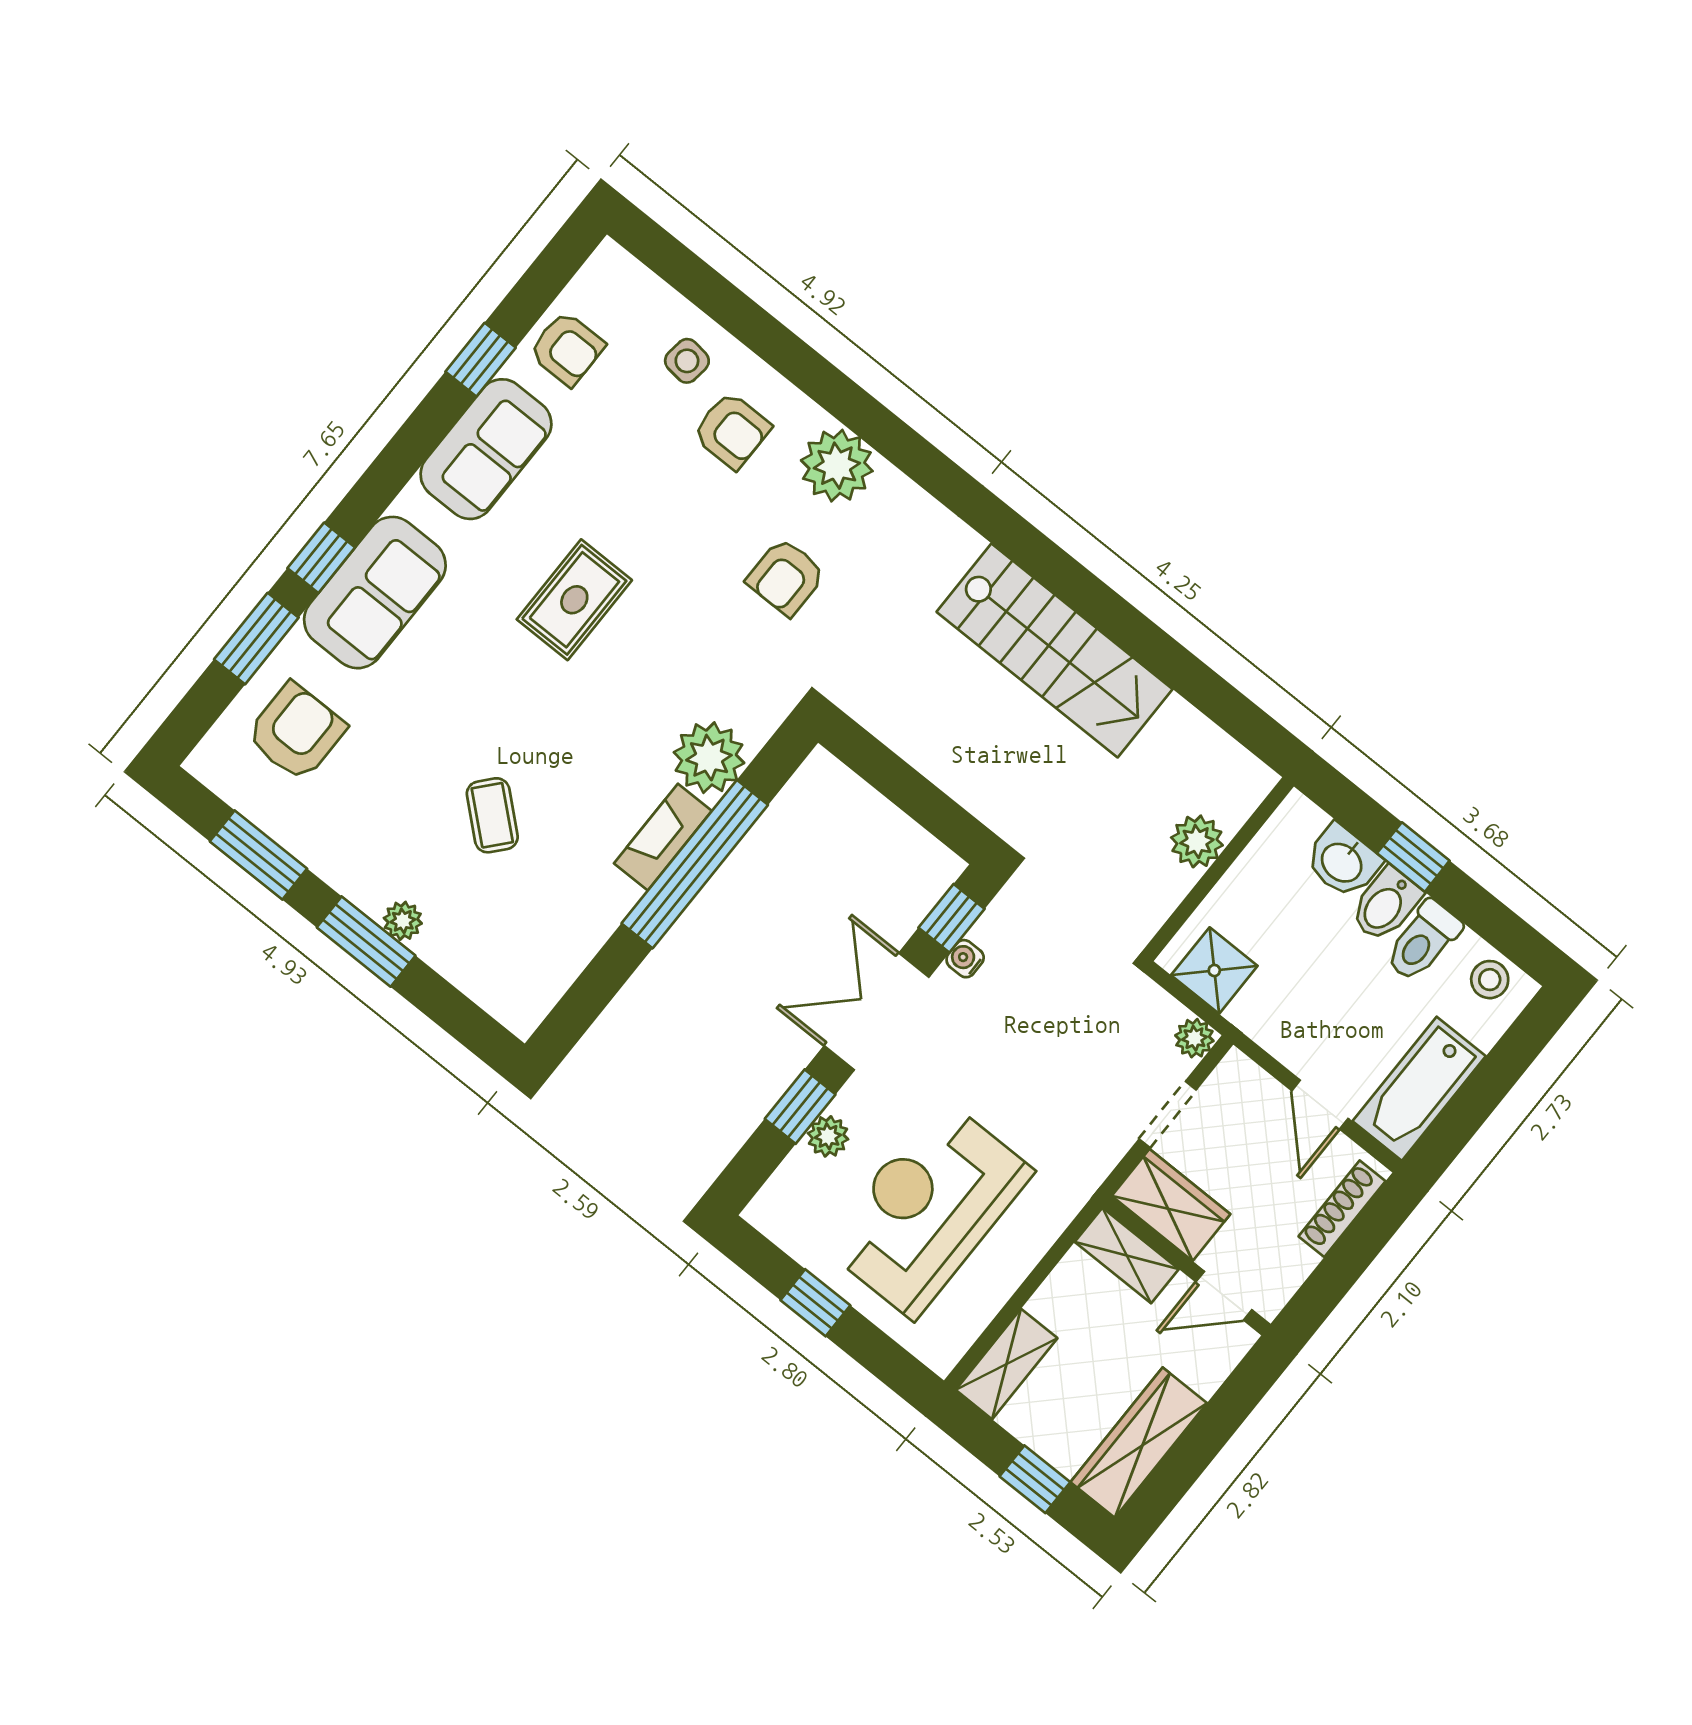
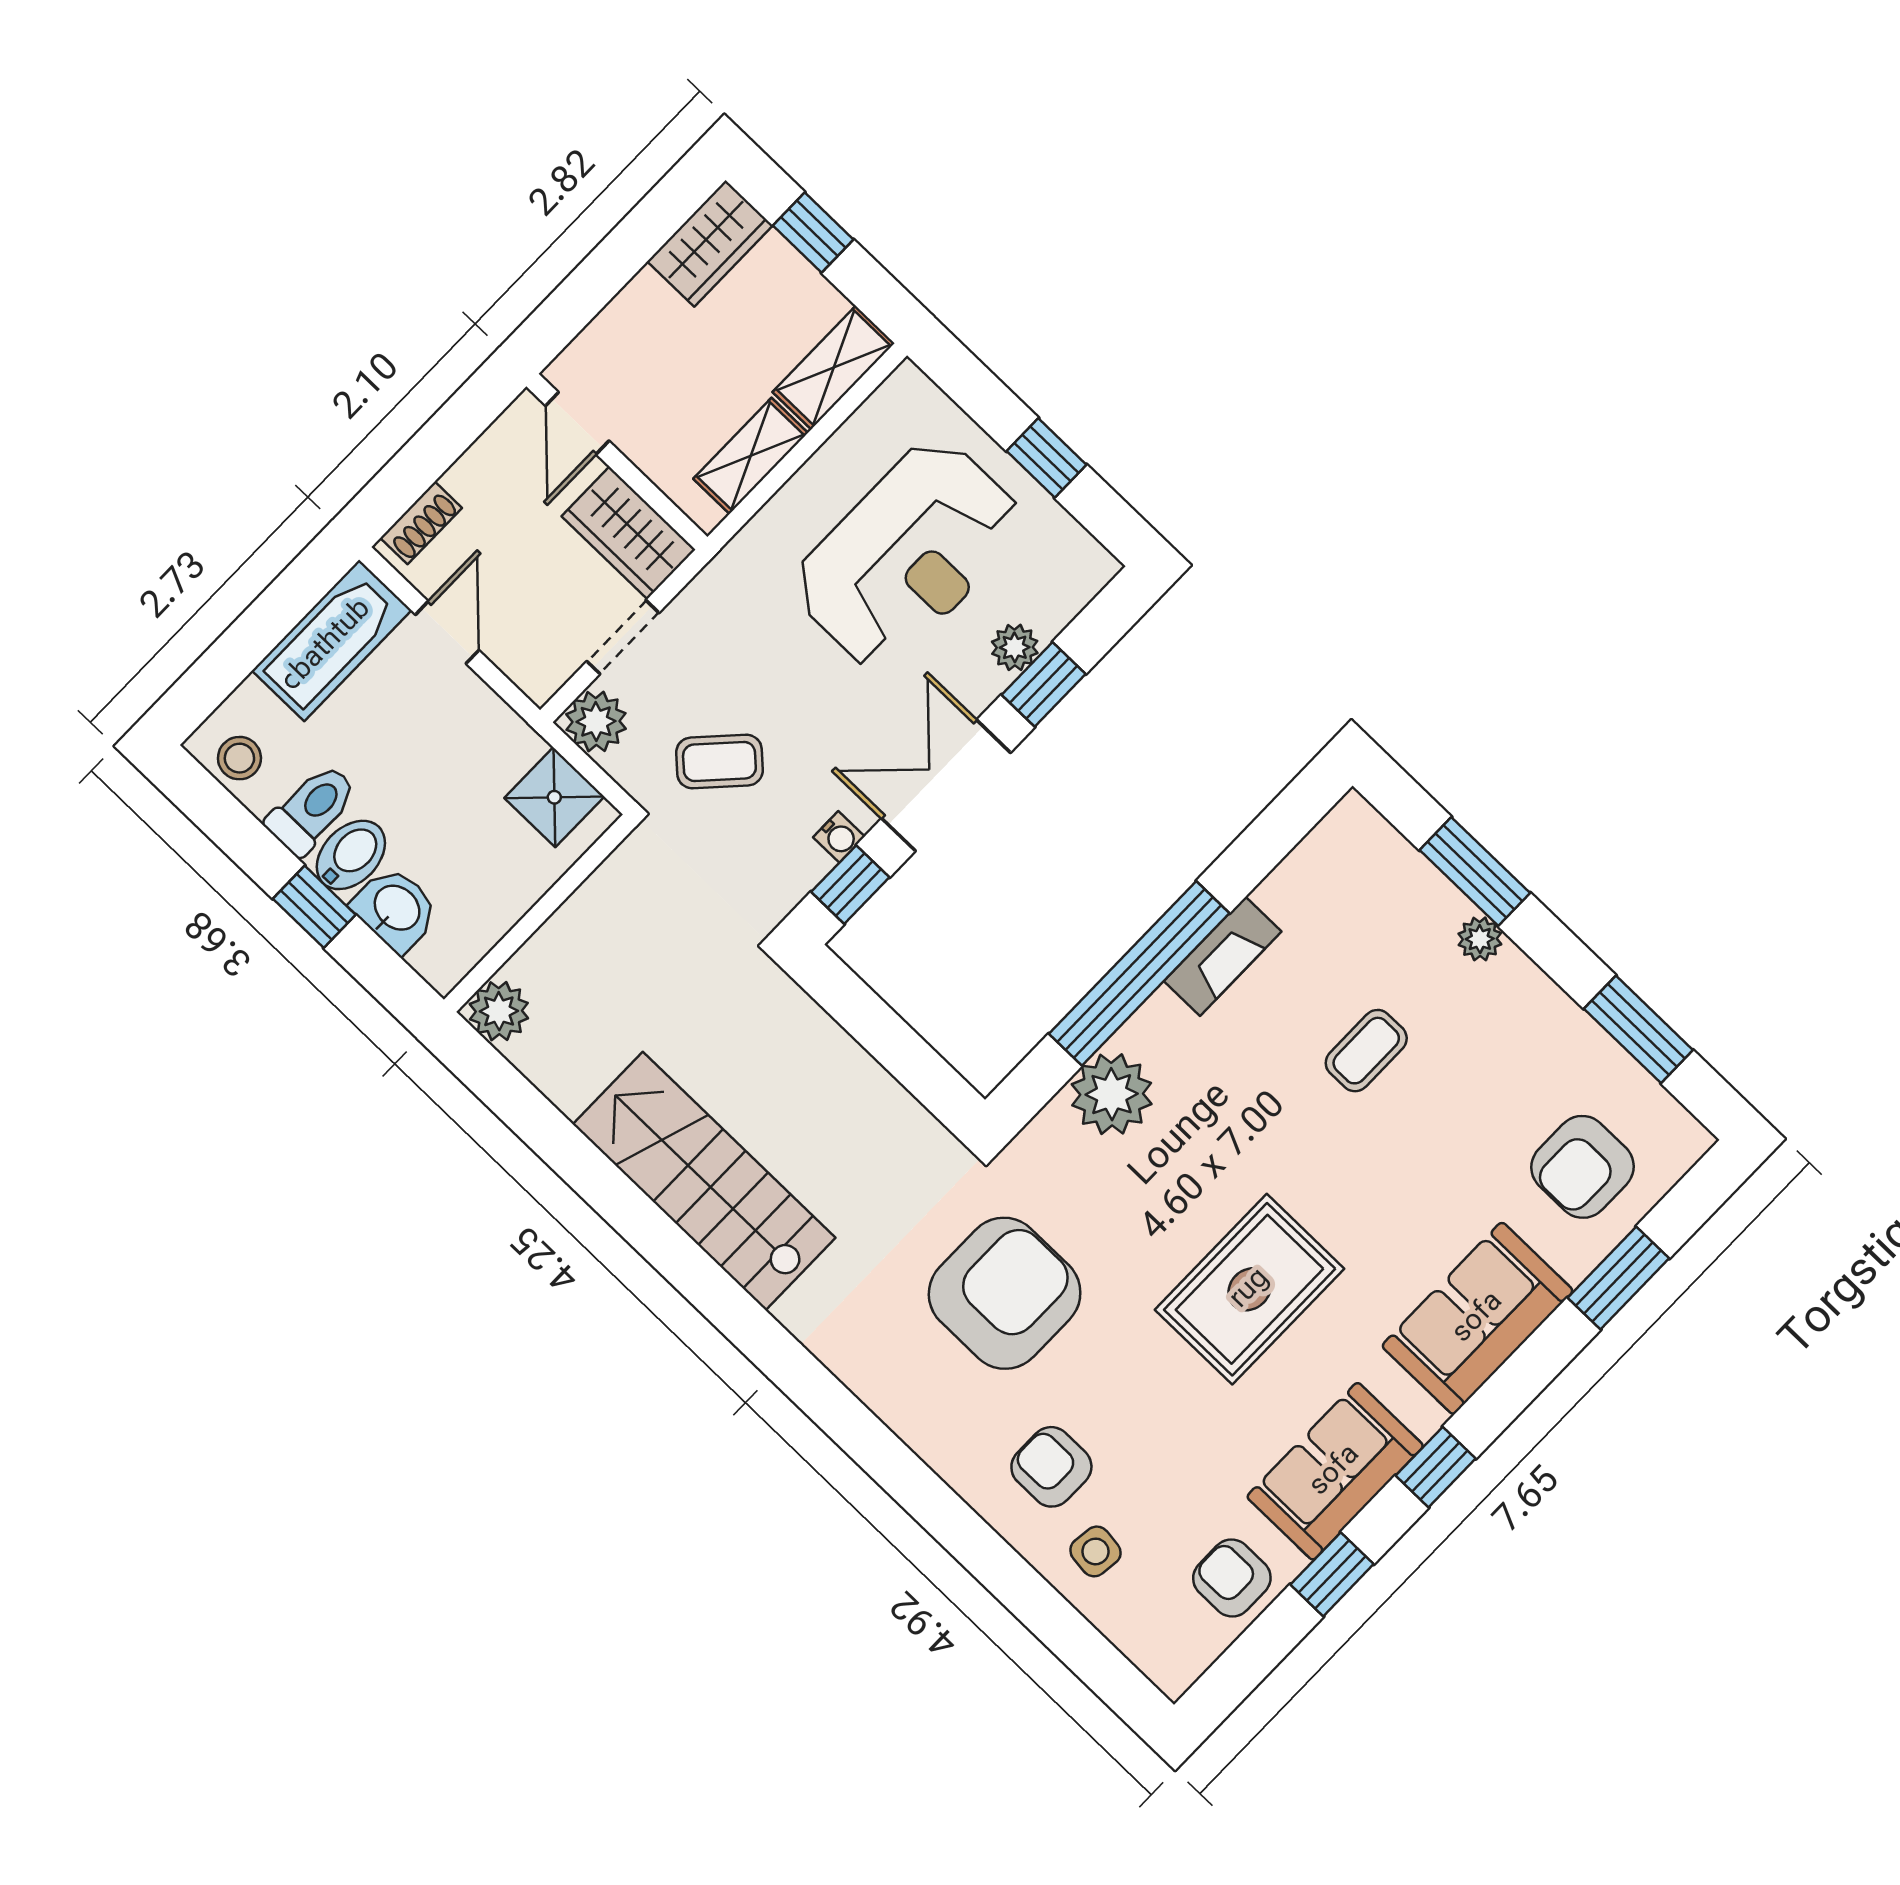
plant: (837, 466) -> (935, 1416), removed
window: (321, 558) -> (1436, 1467), moved
armchair: (786, 577) -> (1005, 1293), width x1.88, depth x1.88
rug: (574, 600) -> (1250, 1289), width x1.36, depth x1.43
coffee table: (492, 815) -> (1366, 1051), turned 49
fireplace: (663, 837) -> (1223, 956), moved
plant: (1197, 841) -> (499, 1011), moved
window: (366, 942) -> (1475, 871), moved
double door: (877, 1012) -> (946, 785), swing flipped
coffee table: (1074, 1014) -> (719, 762), added
plant: (1194, 1038) -> (596, 722), width x1.38, depth x1.38
shoe rack: (1342, 1209) -> (421, 523), width x0.70
shelving: (1127, 1256) -> (751, 456), moved, turned 90
door: (1224, 1296) -> (577, 423), swing flipped
wardrobe: (1139, 1443) -> (710, 243), width x0.67

